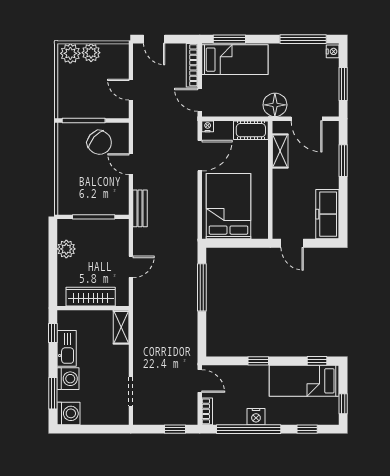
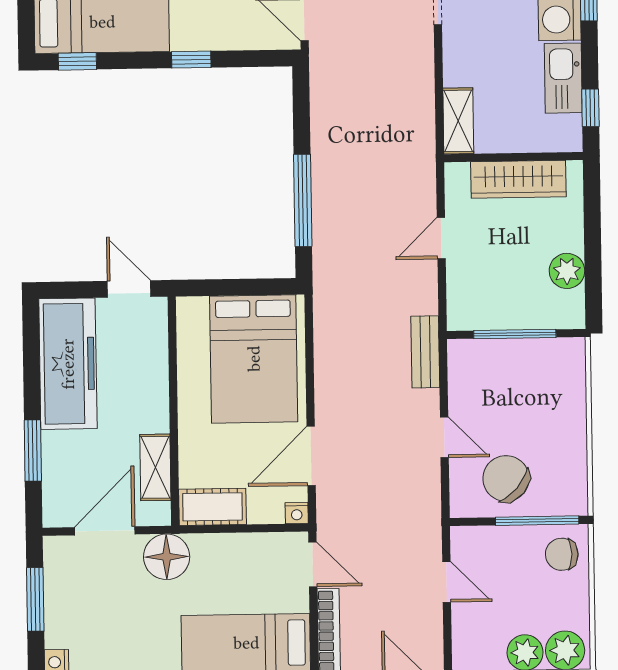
chair: (71, 103) -> (562, 554), added
door: (307, 119) -> (105, 531), hinge flipped
freezer: (327, 214) -> (68, 364), width x1.36, depth x1.26

